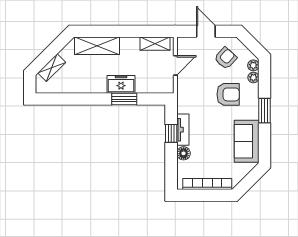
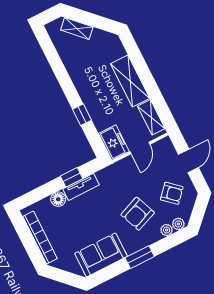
shelving: (97, 46) -> (130, 81), moved
door: (175, 65) -> (140, 148), hinge flipped
freezer: (121, 84) -> (114, 143), moved
armchair: (228, 94) -> (138, 214), turned 68
window: (124, 99) -> (82, 115), width x0.67

